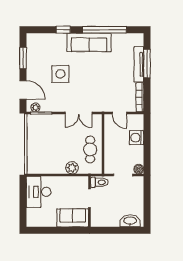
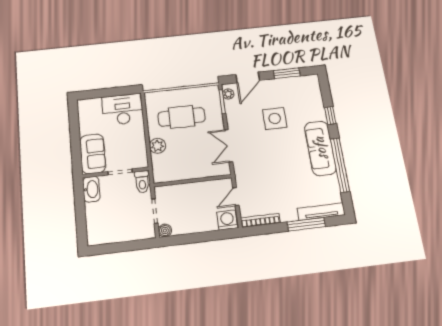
tv unit: (139, 64) -> (321, 212), moved
washing machine: (137, 138) -> (227, 220), moved
cafe table: (90, 150) -> (182, 117), moved, width x1.37, depth x1.35
washbasin: (130, 221) -> (91, 189), moved

